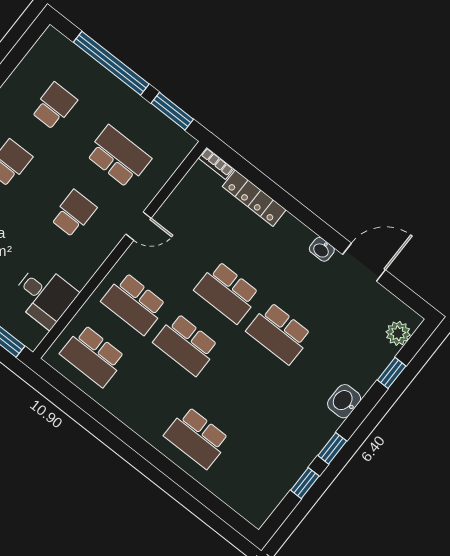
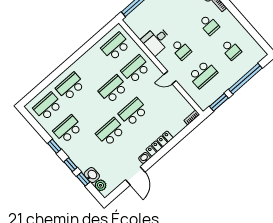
locker: (254, 198) -> (160, 144), moved
door: (138, 226) -> (170, 78), hinge flipped
desk: (44, 296) -> (156, 40), moved
washbasin: (344, 401) -> (92, 175), moved
school desk: (290, 426) -> (68, 129), added
school desk: (249, 478) -> (48, 106), added
window: (305, 483) -> (70, 165), moved

